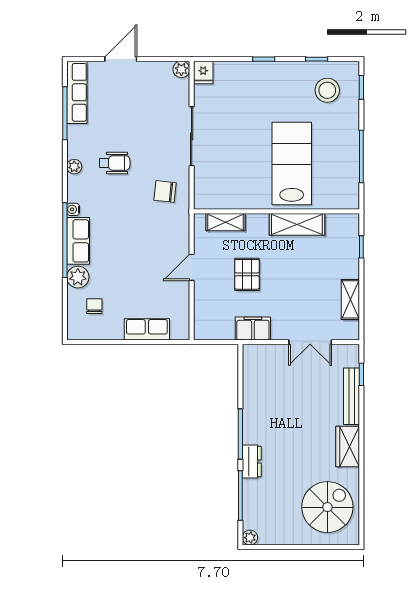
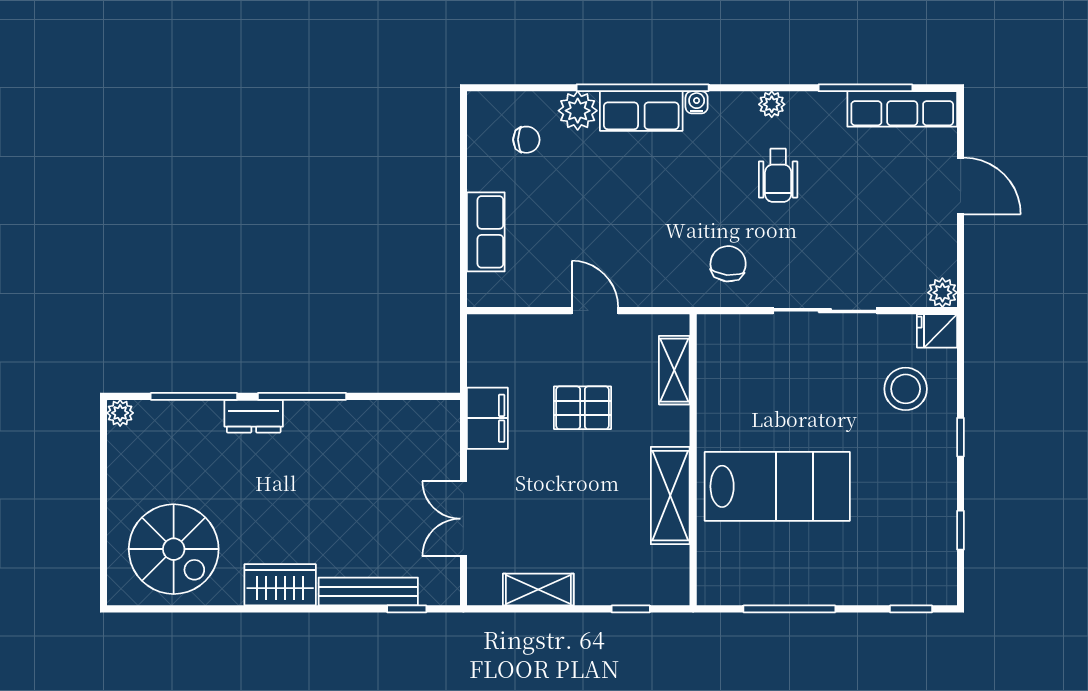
stool: (327, 90) -> (906, 389), moved

